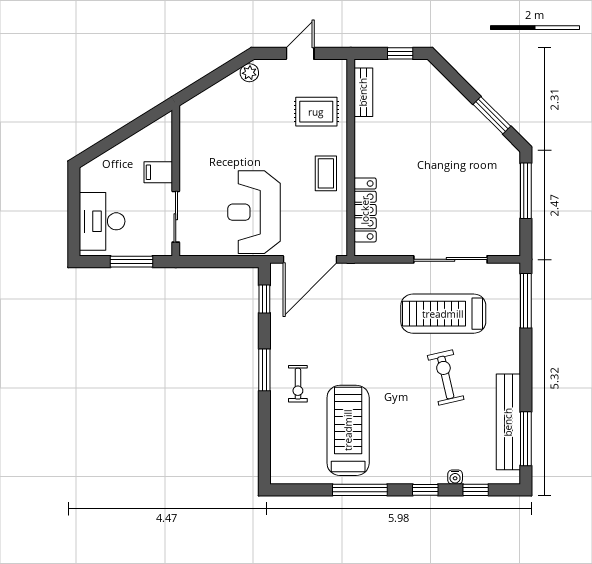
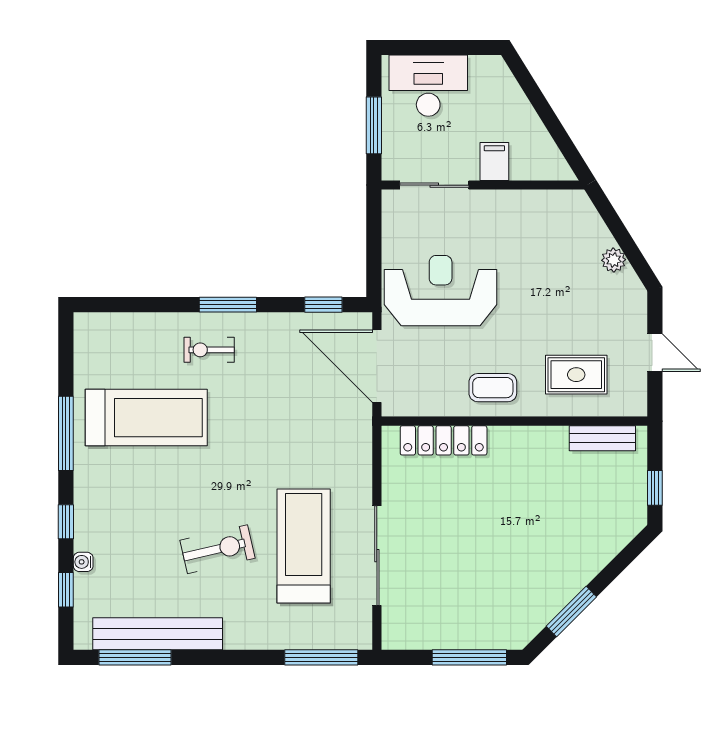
plant: (249, 73) -> (614, 260), moved
rug: (316, 112) -> (576, 375), turned 90

